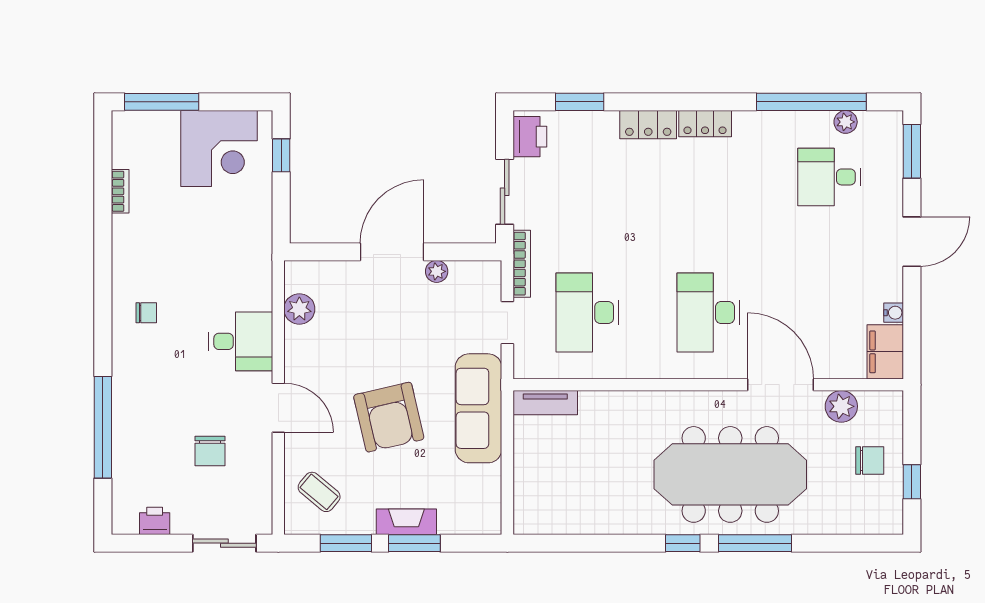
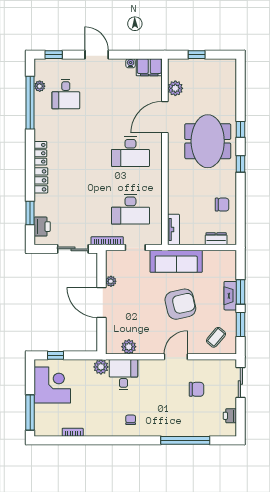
printer: (530, 137) -> (42, 227), moved, turned 90
window: (912, 151) -> (54, 55), width x0.67
plant: (257, 251) -> (101, 367), added
desk: (241, 341) -> (123, 375), moved
chair: (870, 460) -> (222, 205), moved, turned 90
meeting table: (730, 474) -> (208, 141), width x0.73
window: (912, 482) -> (197, 55), moved
dresser: (526, 492) -> (216, 239), added
window: (755, 543) -> (240, 129), width x0.46

